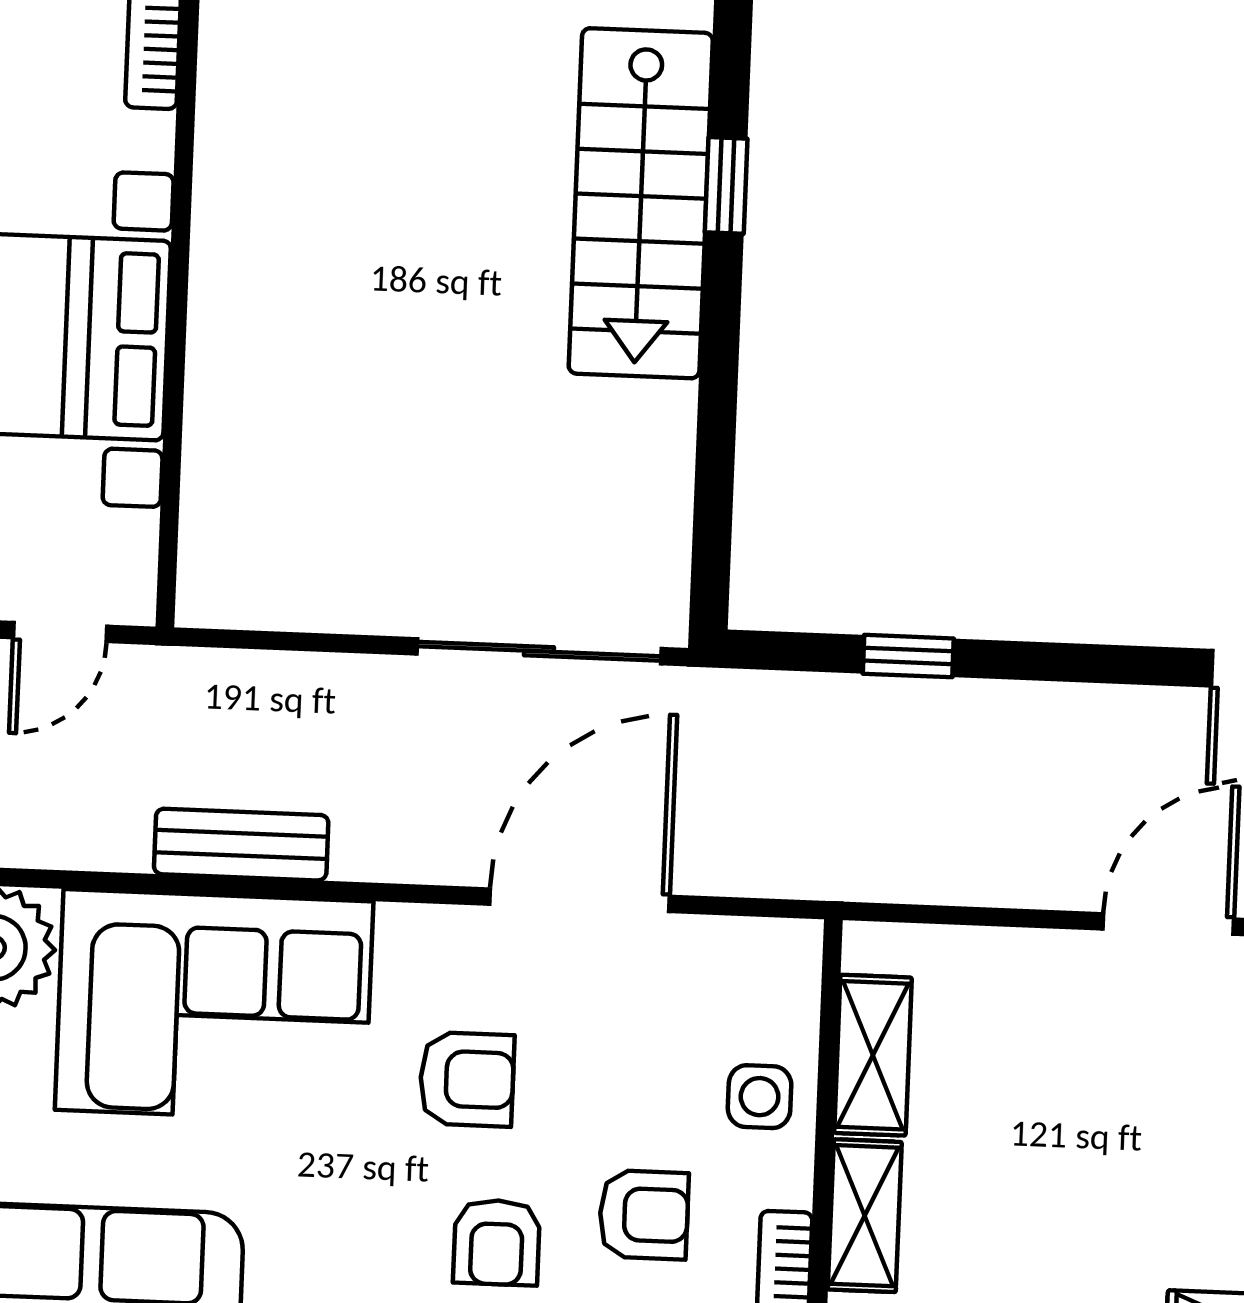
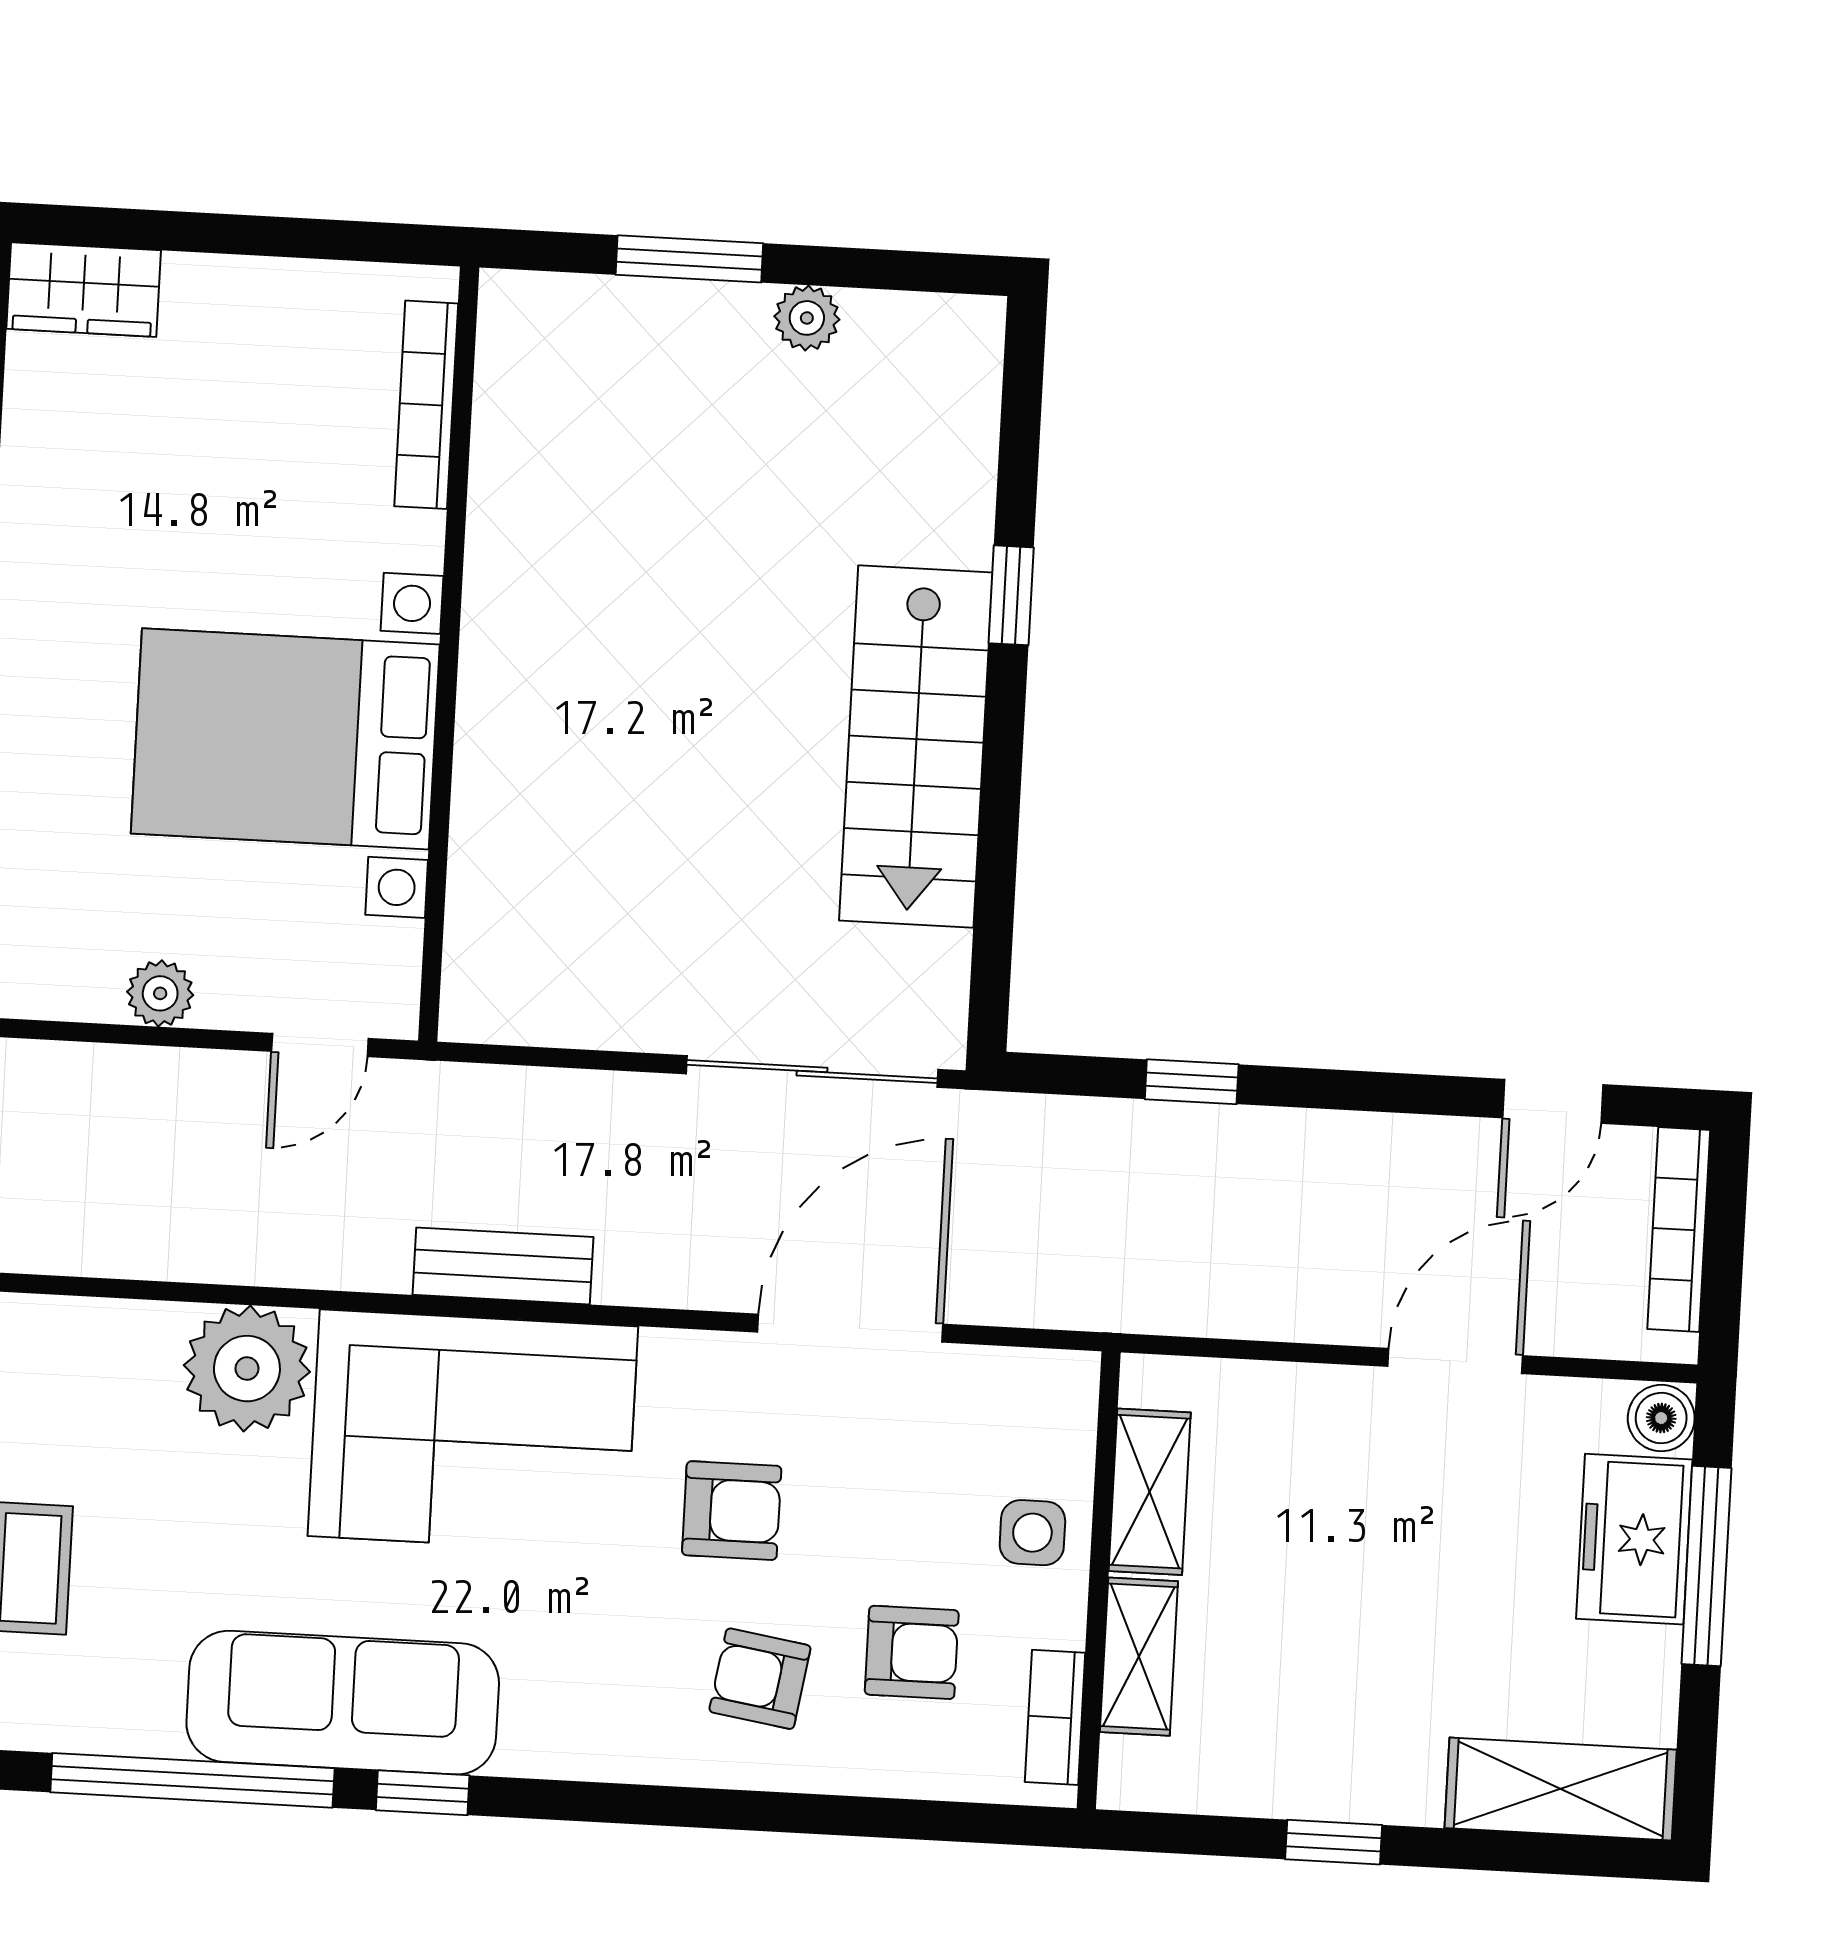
stairs: (641, 203) -> (916, 746), moved
armchair: (497, 1242) -> (760, 1679), turned 99

